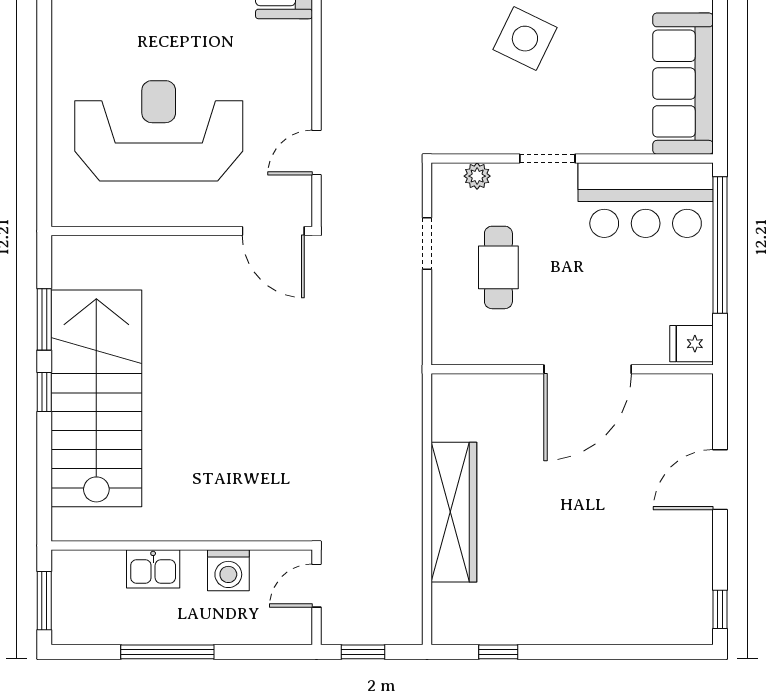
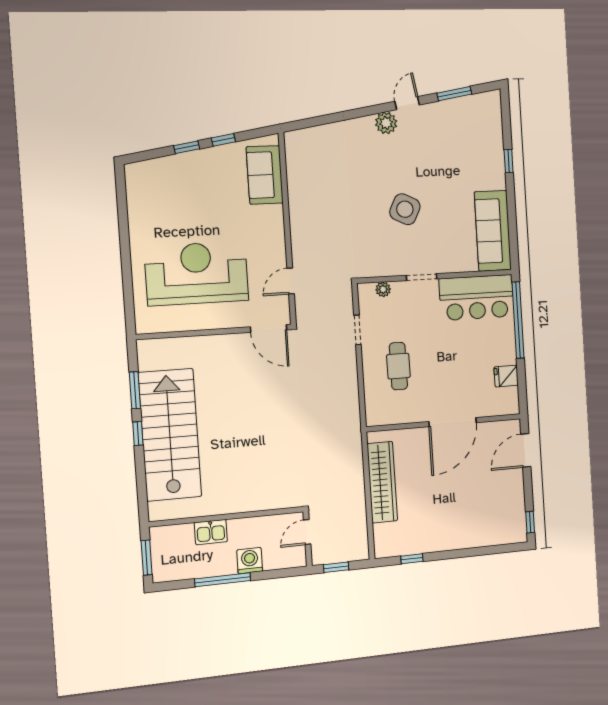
cafe table: (498, 267) -> (398, 366), moved
wall: (572, 369) -> (444, 423), moved
door: (588, 369) -> (453, 422), moved
washing machine: (228, 570) -> (250, 561), moved, turned 180

